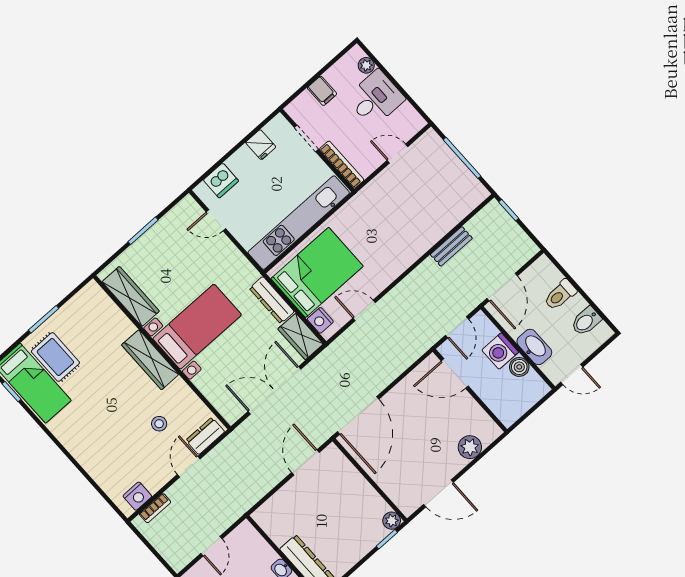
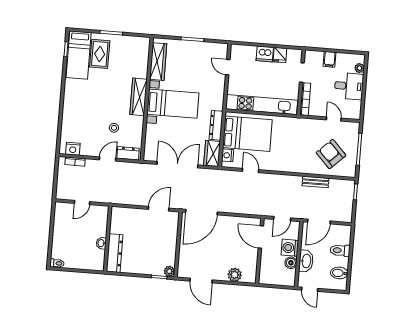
dishwasher: (221, 181) -> (265, 54), moved
armchair: (436, 196) -> (331, 154), added

